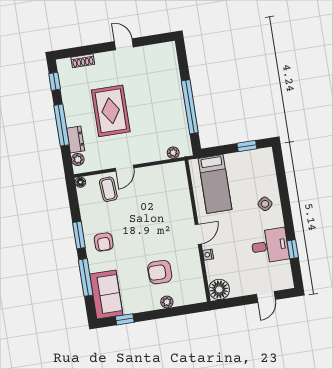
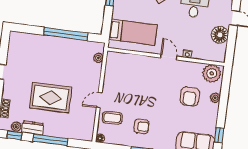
dresser: (76, 139) -> (33, 128), moved
plant: (78, 159) -> (16, 127), moved
door: (124, 168) -> (99, 100), swing flipped
armchair: (104, 242) -> (141, 126), moved
floor lamp: (219, 289) -> (220, 35), moved
plant: (194, 290) -> (212, 73), added

